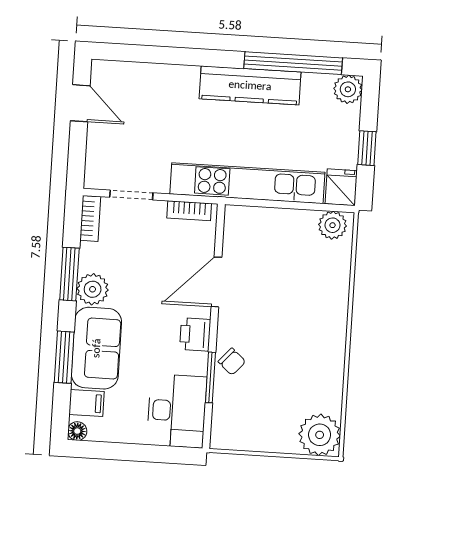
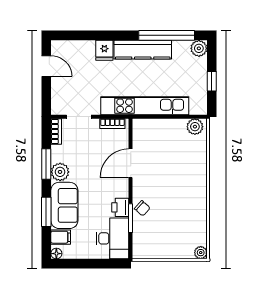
fridge: (341, 187) -> (104, 50), moved, turned 180
printer: (195, 334) -> (120, 207), moved
plant: (320, 435) -> (201, 253), width x0.53, depth x0.53

